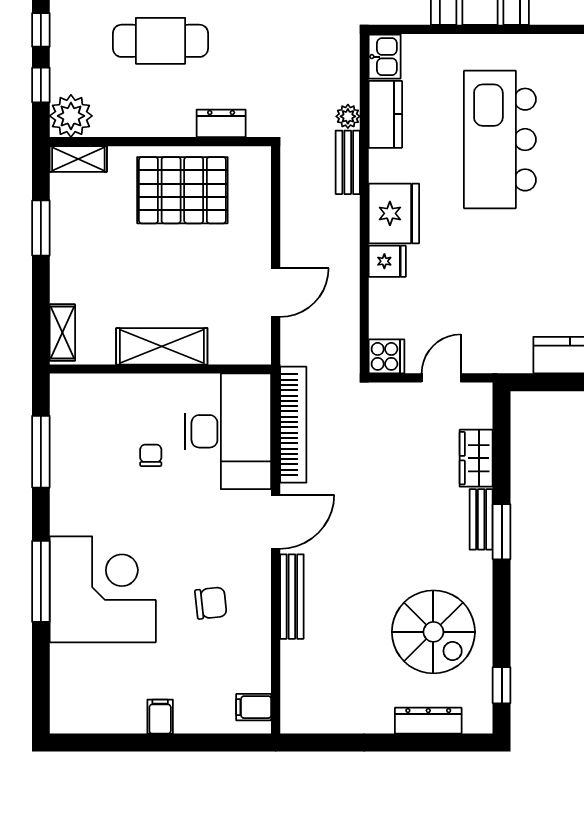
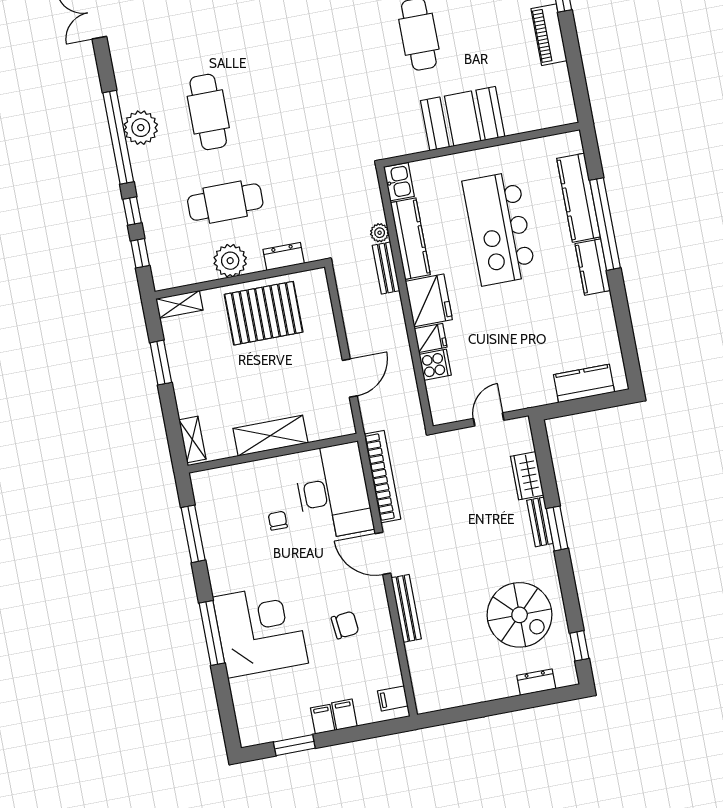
kitchen counter: (385, 114) -> (410, 239), width x1.50
plant: (71, 116) -> (230, 261), moved
cooker: (387, 356) -> (435, 365), moved
door: (276, 522) -> (383, 553), swing flipped
filing cabinet: (189, 716) -> (344, 715), added
dresser: (428, 721) -> (536, 682), width x0.70
window: (118, 743) -> (294, 745), added

